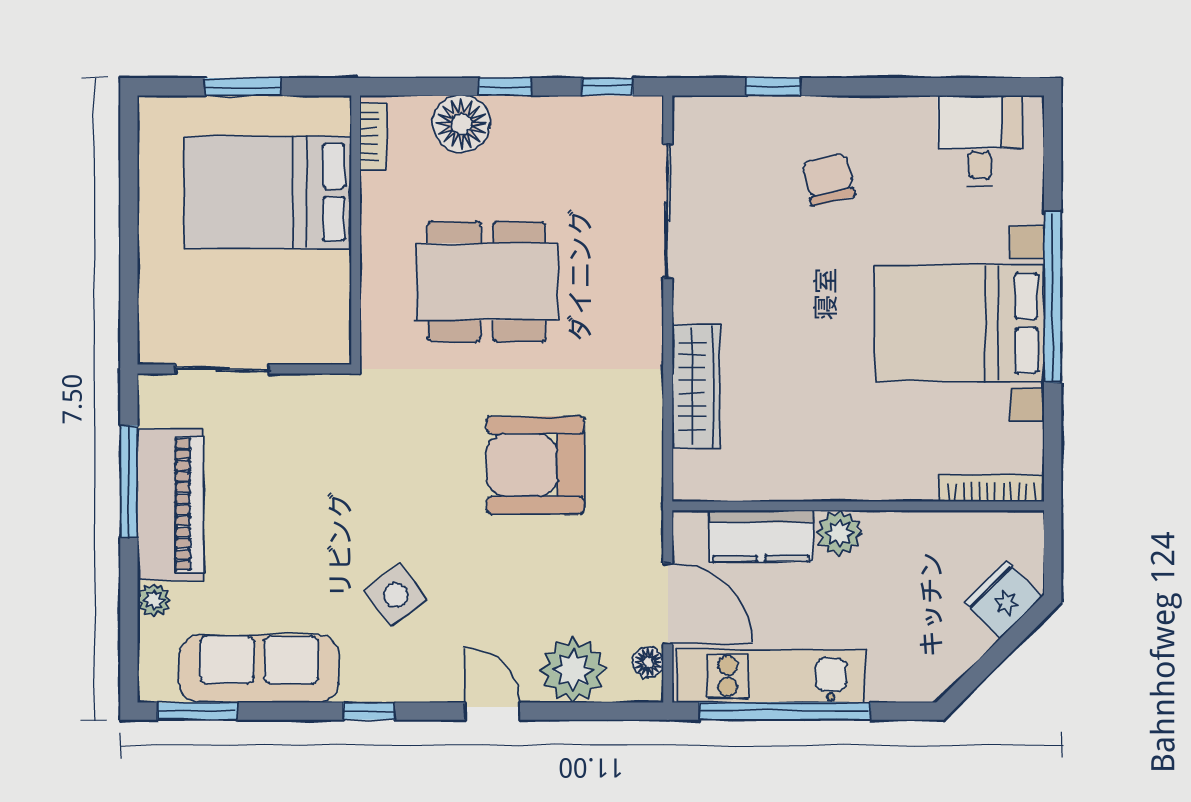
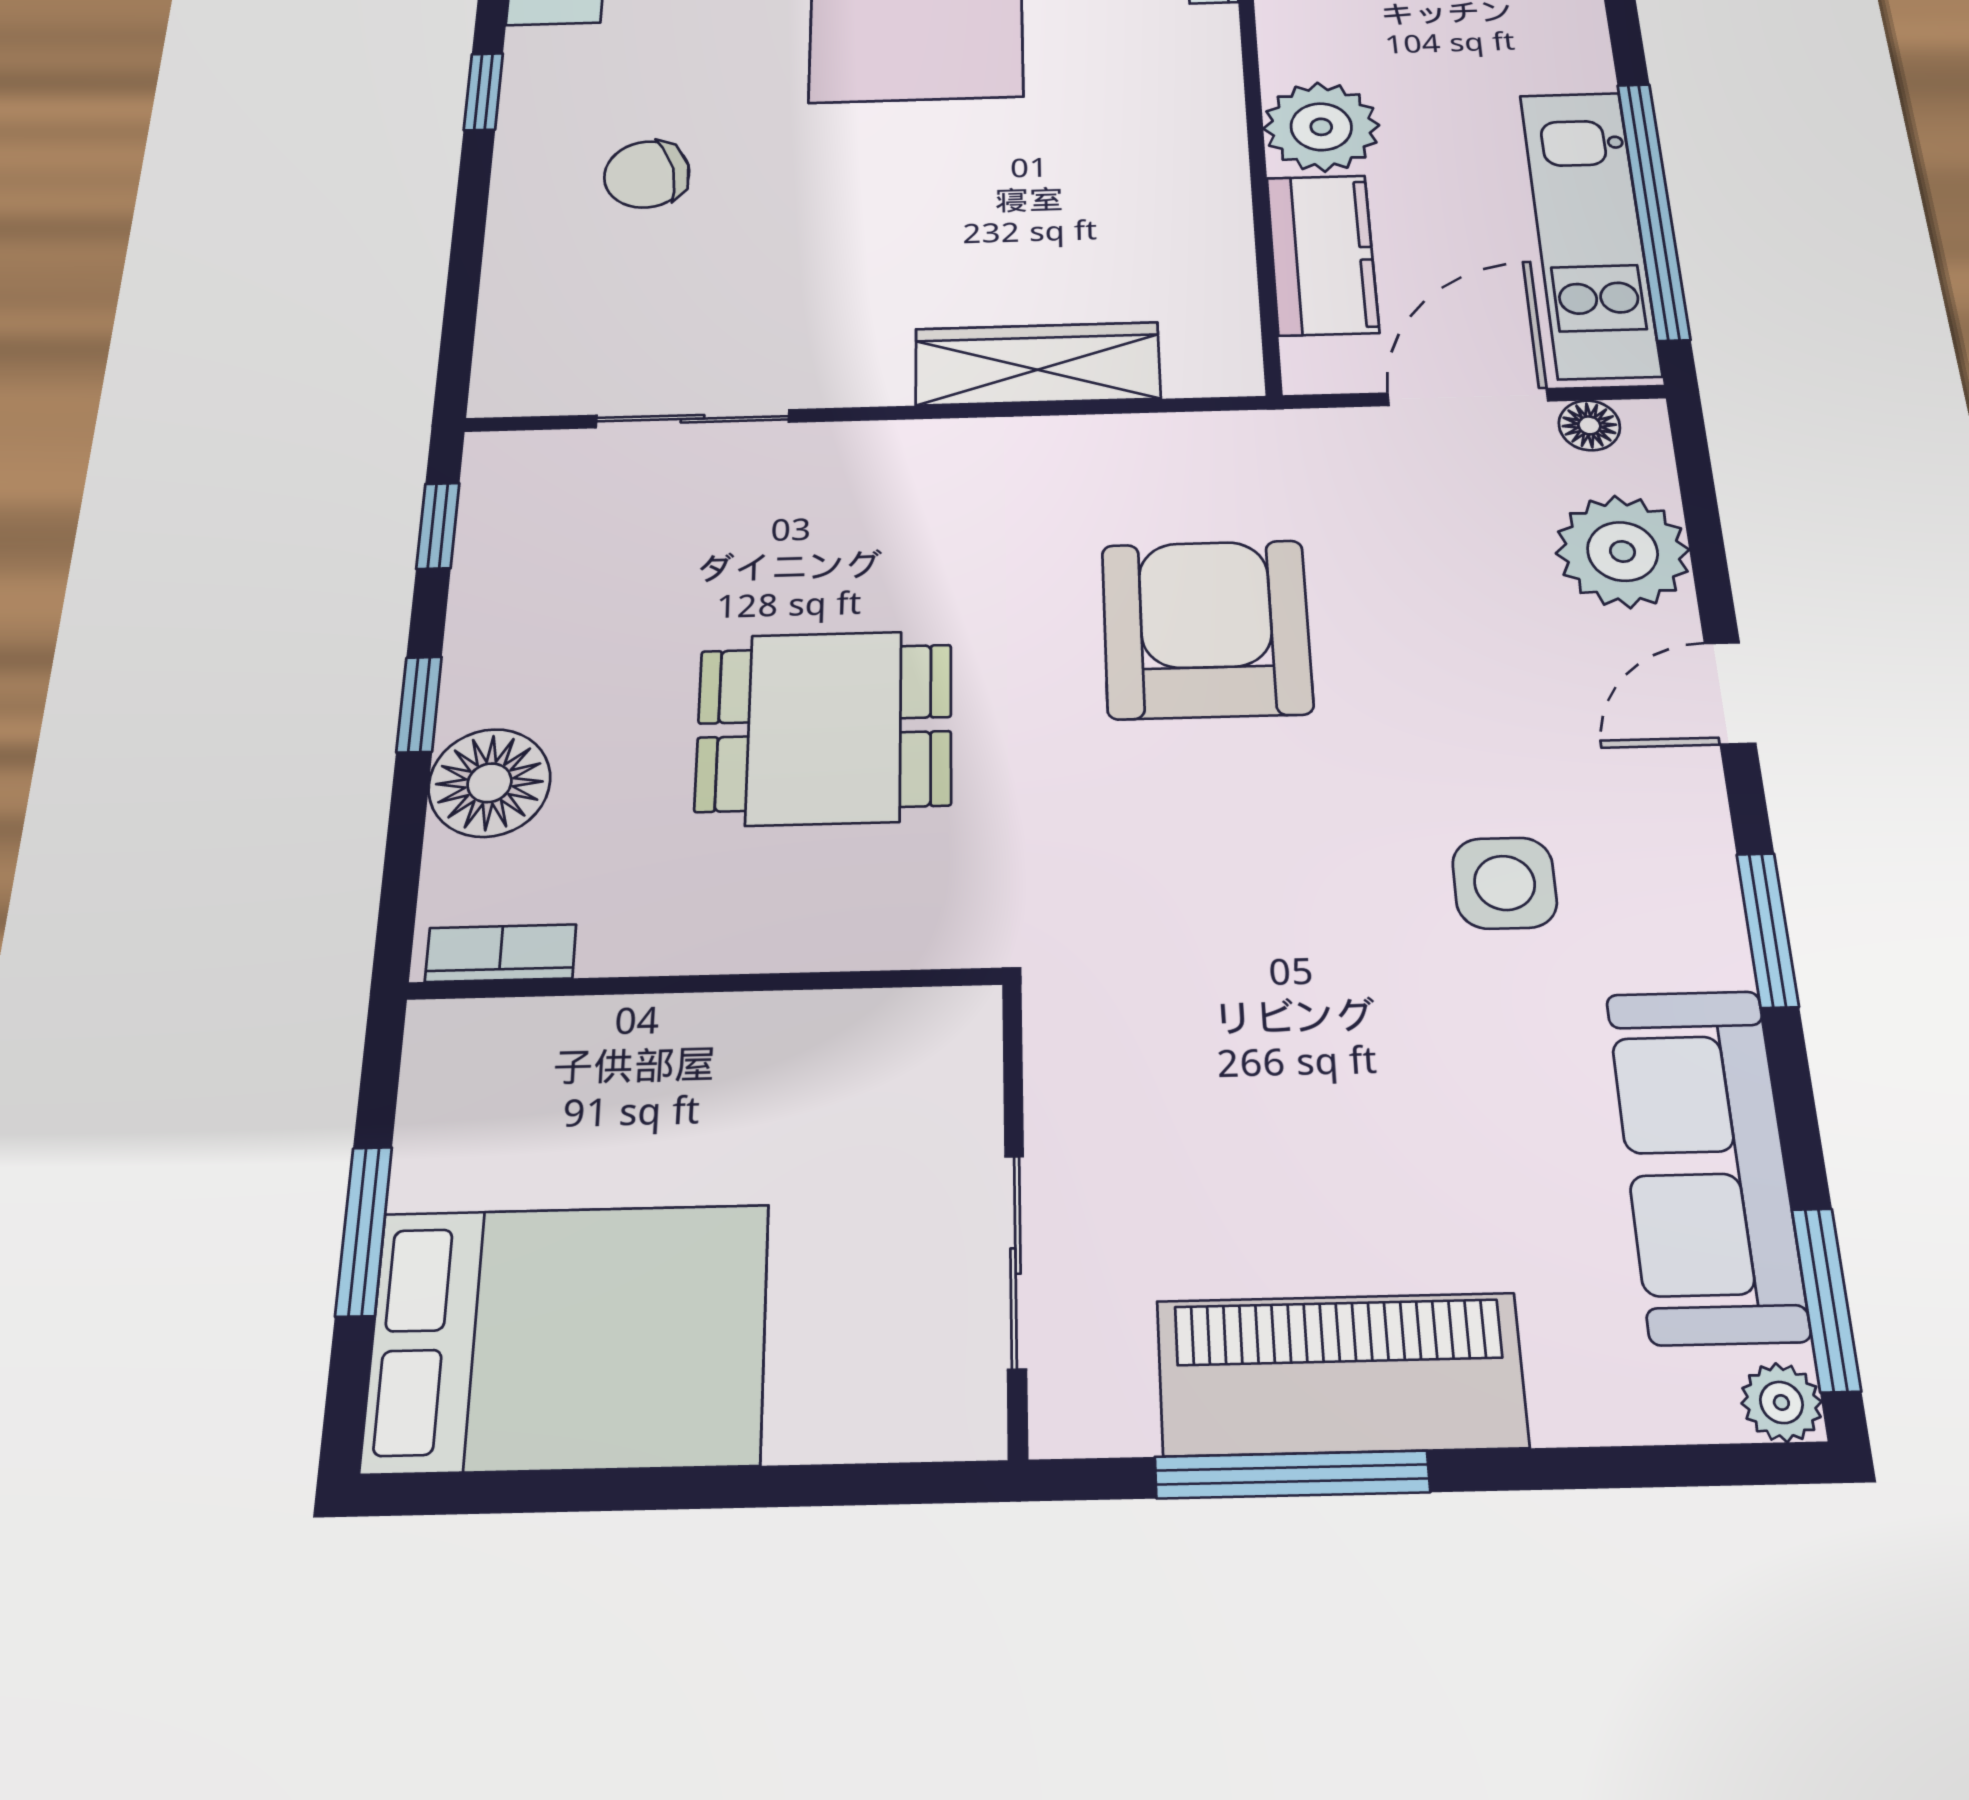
window: (773, 87) -> (483, 92), moved
bed: (268, 192) -> (568, 1337), moved, turned -90
sliding door: (668, 211) -> (692, 419), width x0.73
dining table: (487, 282) -> (824, 727), width x0.73
armchair: (536, 465) -> (1206, 629), turned 180
plant: (839, 533) -> (1321, 127), width x1.36, depth x1.36
side table: (396, 595) -> (1505, 883), turned 37
plant: (154, 600) -> (1781, 1402), moved
window: (369, 711) -> (1767, 930), width x1.50

